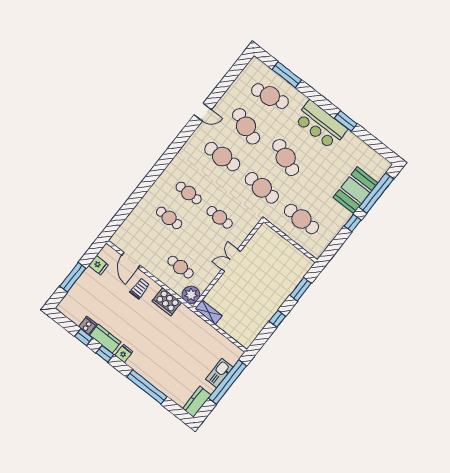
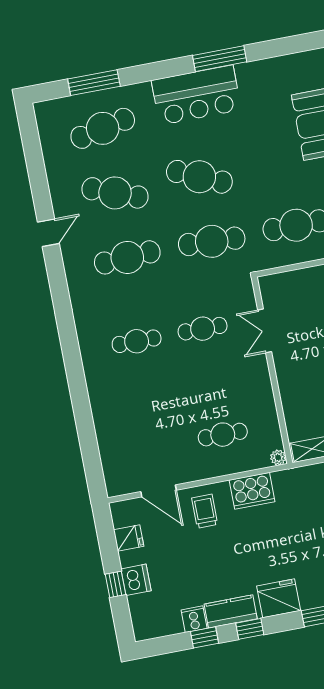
window: (346, 121) -> (220, 59), width x1.44
cafe table: (169, 218) -> (147, 394), removed
double door: (231, 260) -> (265, 331), moved
window: (73, 277) -> (115, 584), width x0.46
dishwasher: (83, 285) -> (136, 580), added
plant: (191, 295) -> (278, 457), width x0.53, depth x0.53
fridge: (124, 353) -> (279, 598), width x1.88, depth x1.34

